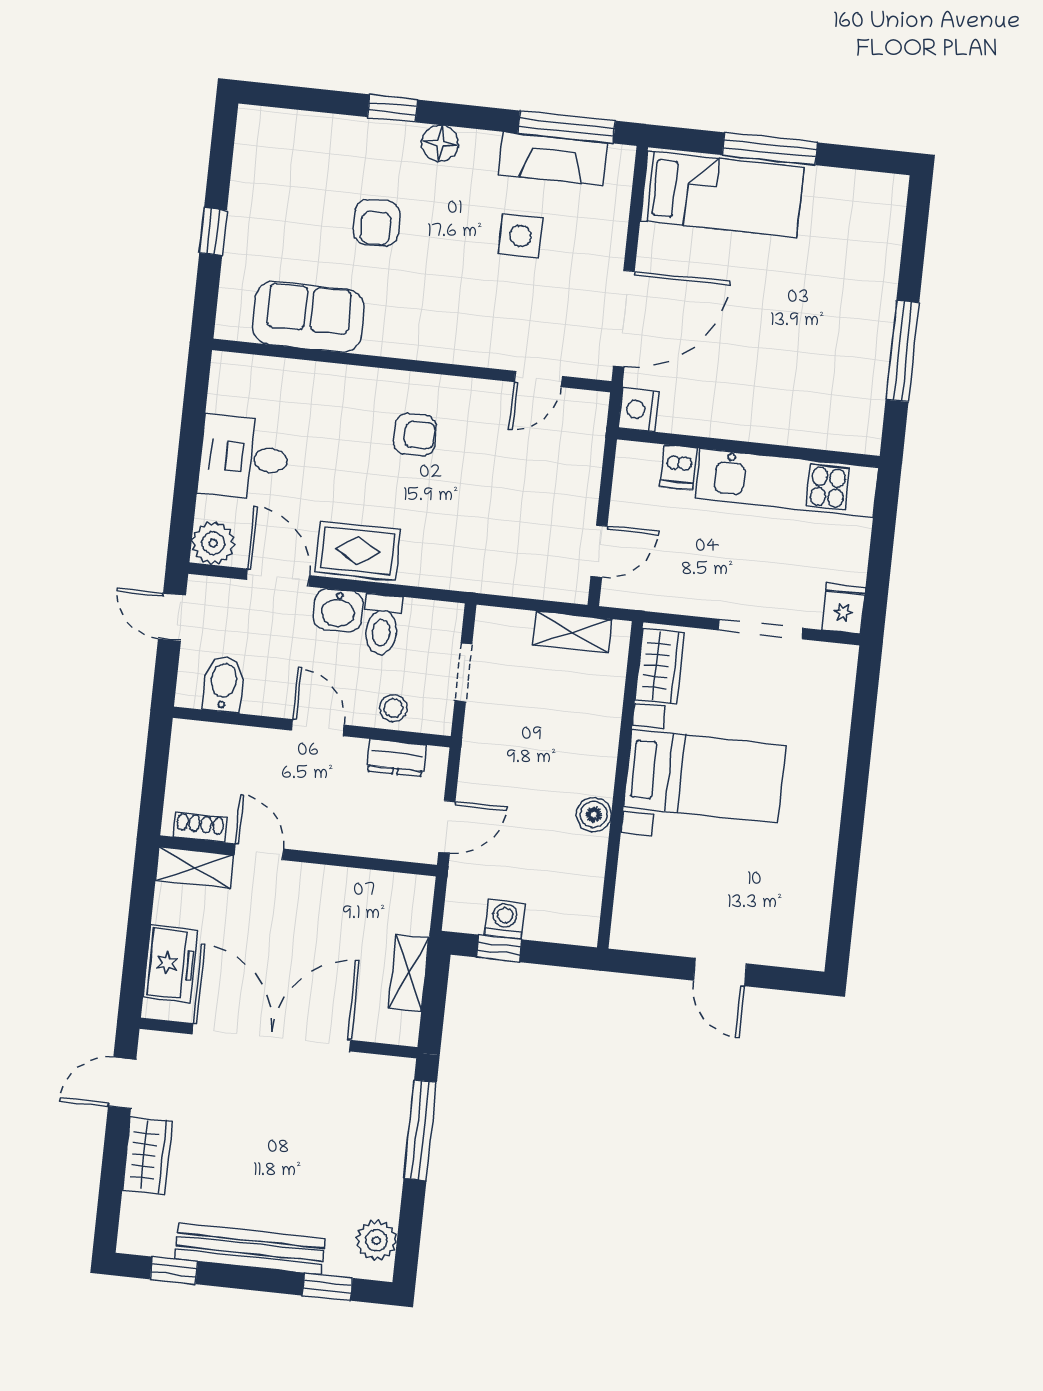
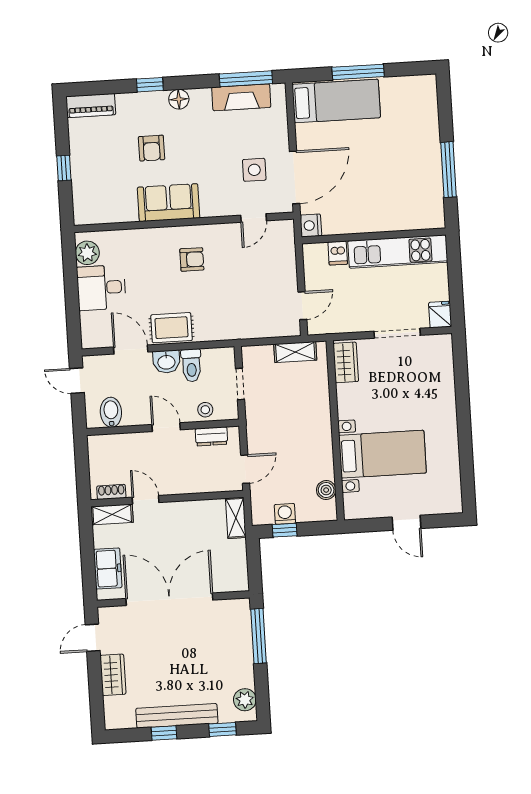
piano: (280, 128) -> (91, 105), added
side table: (521, 236) -> (254, 170), moved
sofa: (308, 317) -> (169, 203), moved
plant: (213, 543) -> (87, 253), moved
bed with nightstands: (705, 776) -> (382, 454), moved
boiler: (594, 815) -> (326, 490), moved
shelving: (409, 973) -> (236, 518), moved
window: (174, 1270) -> (164, 733), moved

